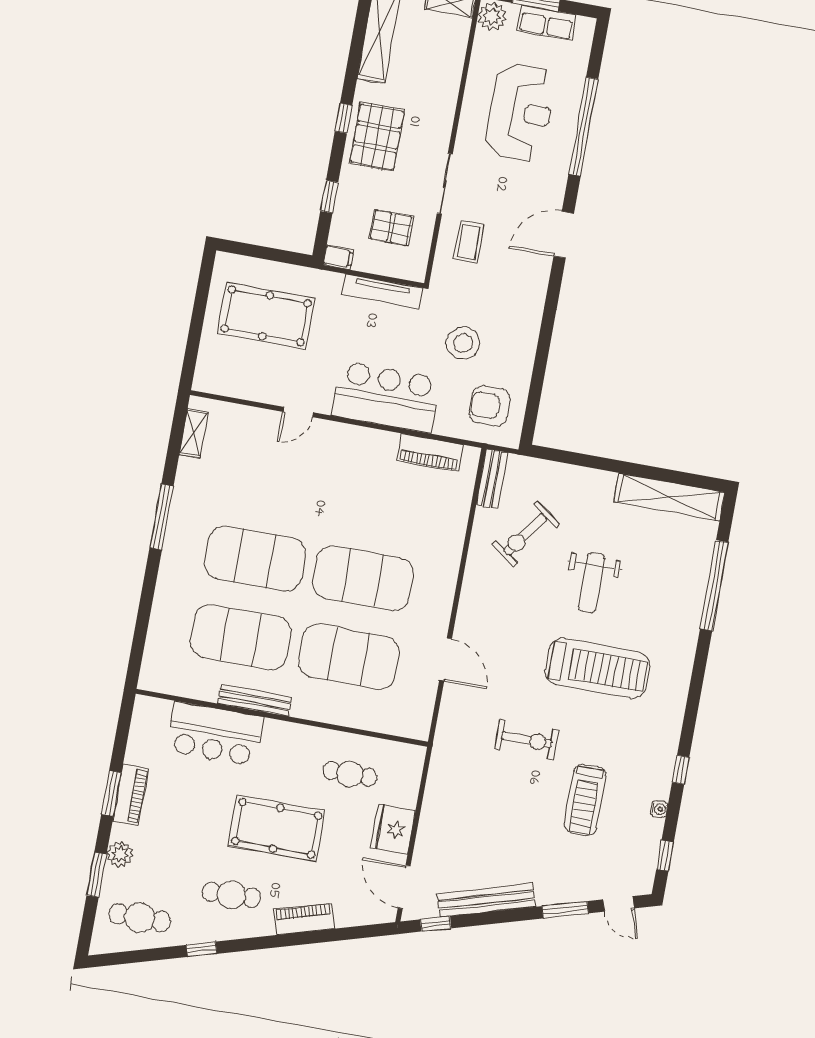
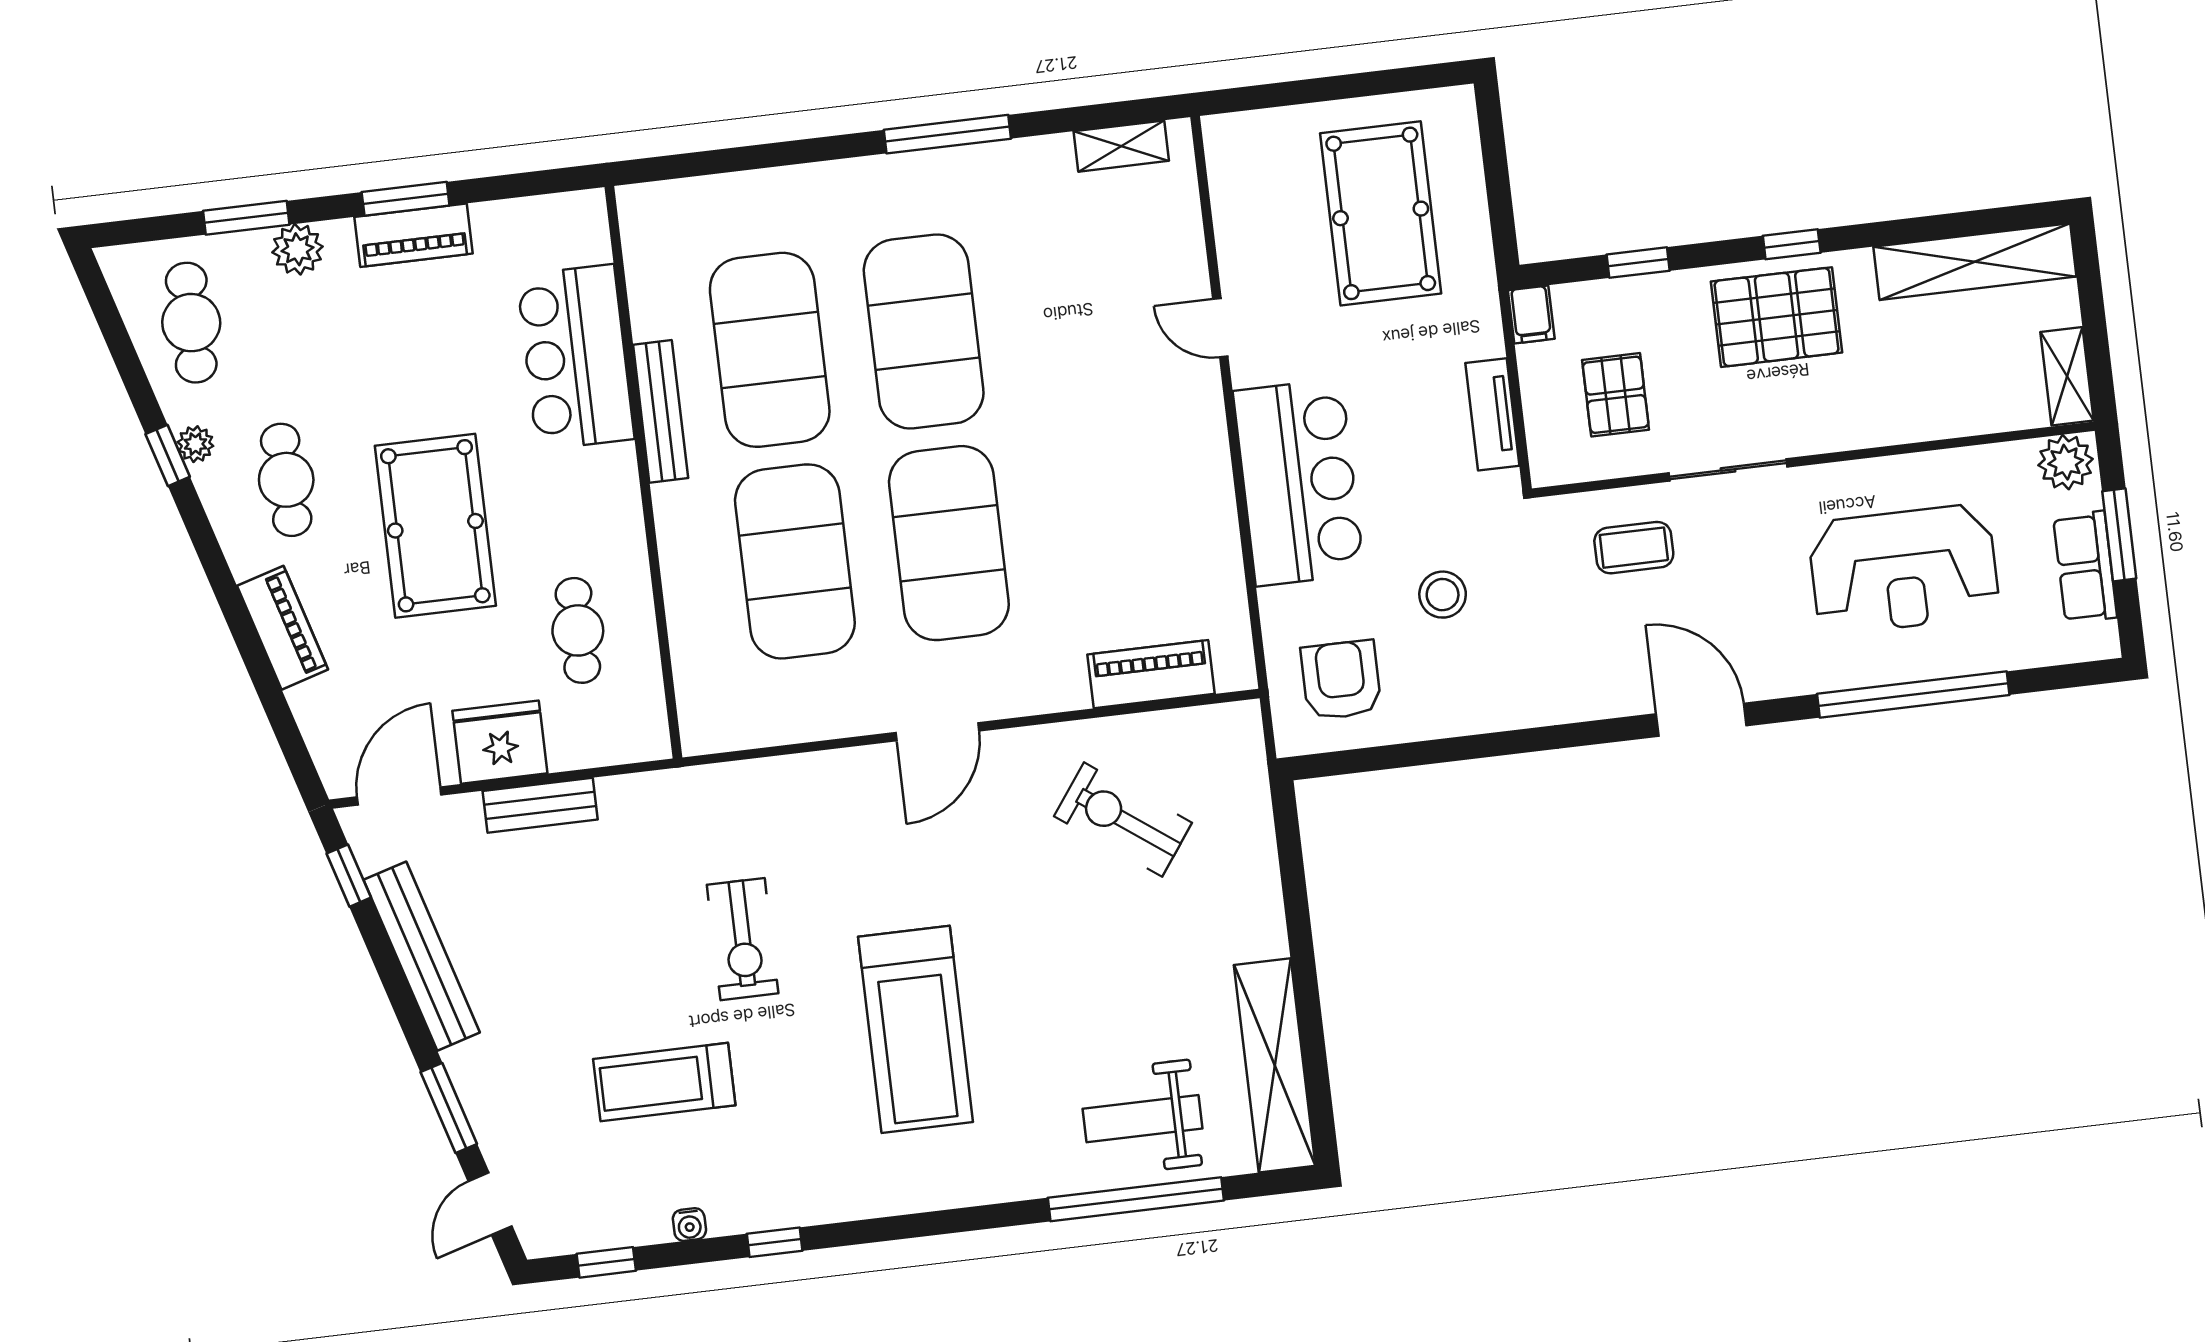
tv unit: (382, 291) -> (1492, 414), width x0.71
stool: (463, 343) -> (1443, 595), width x0.73, depth x0.73
piano: (430, 453) -> (1151, 674), moved, turned 90
bench: (492, 479) -> (540, 805), moved
weight bench: (592, 583) -> (1142, 1119), moved
door: (446, 659) -> (937, 732), moved
plant: (200, 934) -> (195, 444), added

